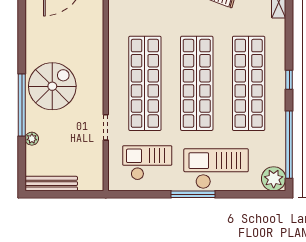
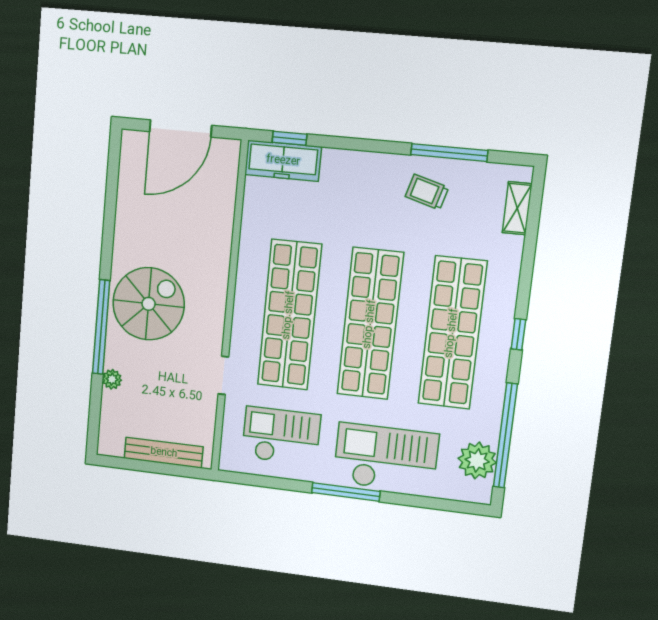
plant: (274, 179) -> (477, 461), moved
bench: (51, 184) -> (164, 453), moved

